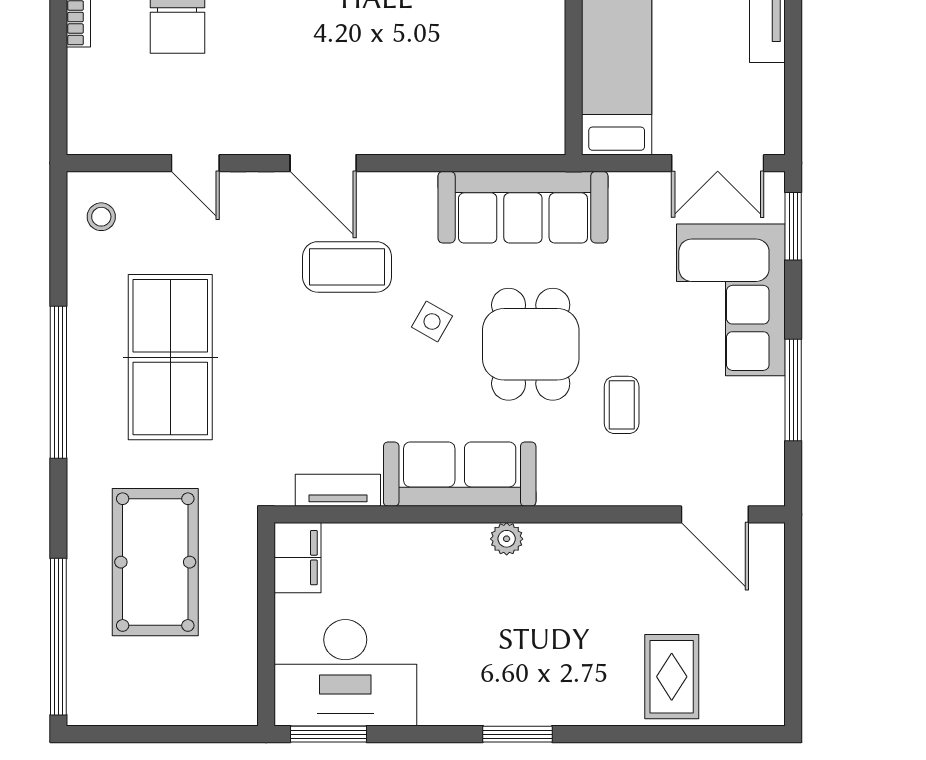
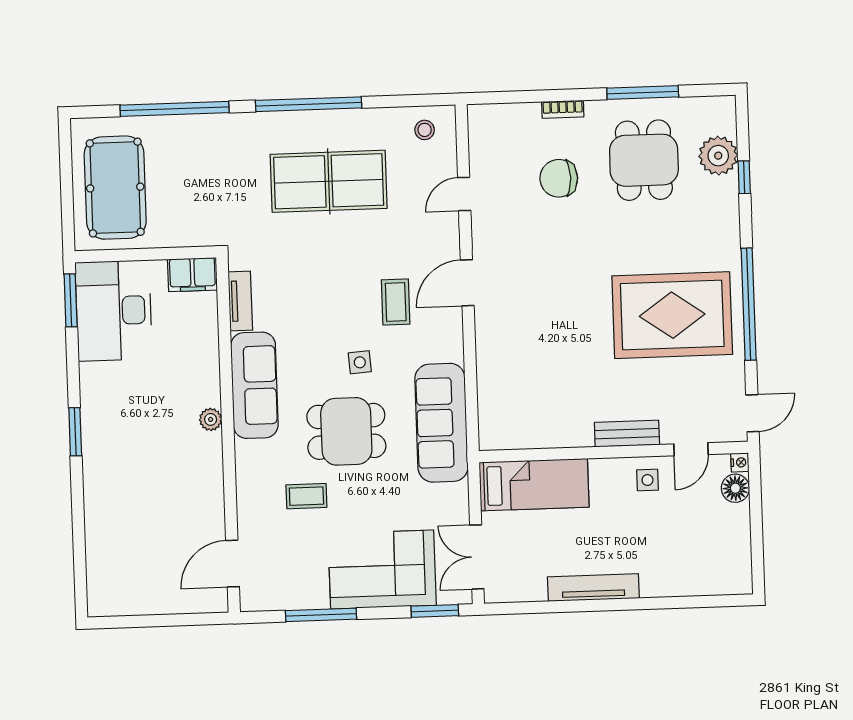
coffee table: (347, 267) -> (396, 302), width x0.73, depth x0.77
side table: (432, 321) -> (360, 362), turned -34
pool table: (155, 562) -> (115, 188), moved, turned 90
window: (58, 637) -> (175, 109), moved
rug: (672, 677) -> (119, 537), removed

